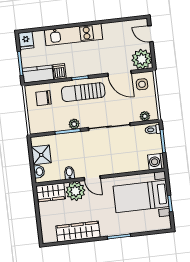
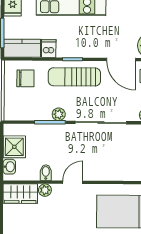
chair: (44, 98) -> (25, 78), turned 180
door: (92, 178) -> (73, 182), swing flipped
plant: (75, 191) -> (45, 190), width x0.53, depth x0.53

